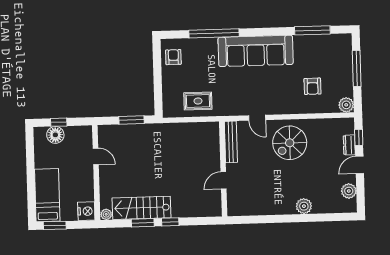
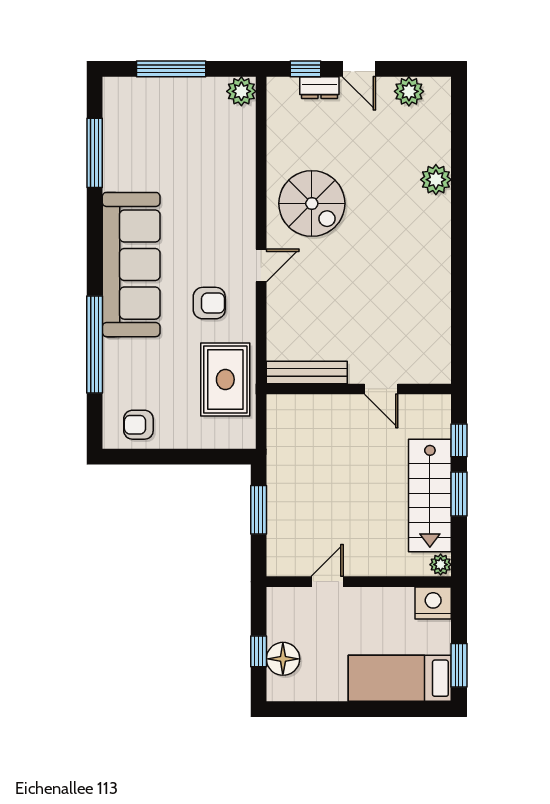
armchair: (313, 86) -> (209, 303), moved
rug: (198, 101) -> (225, 379), width x1.36, depth x1.43
bench: (231, 142) -> (307, 372), moved
wall: (223, 169) -> (359, 389), moved
door: (224, 180) -> (381, 389), moved

